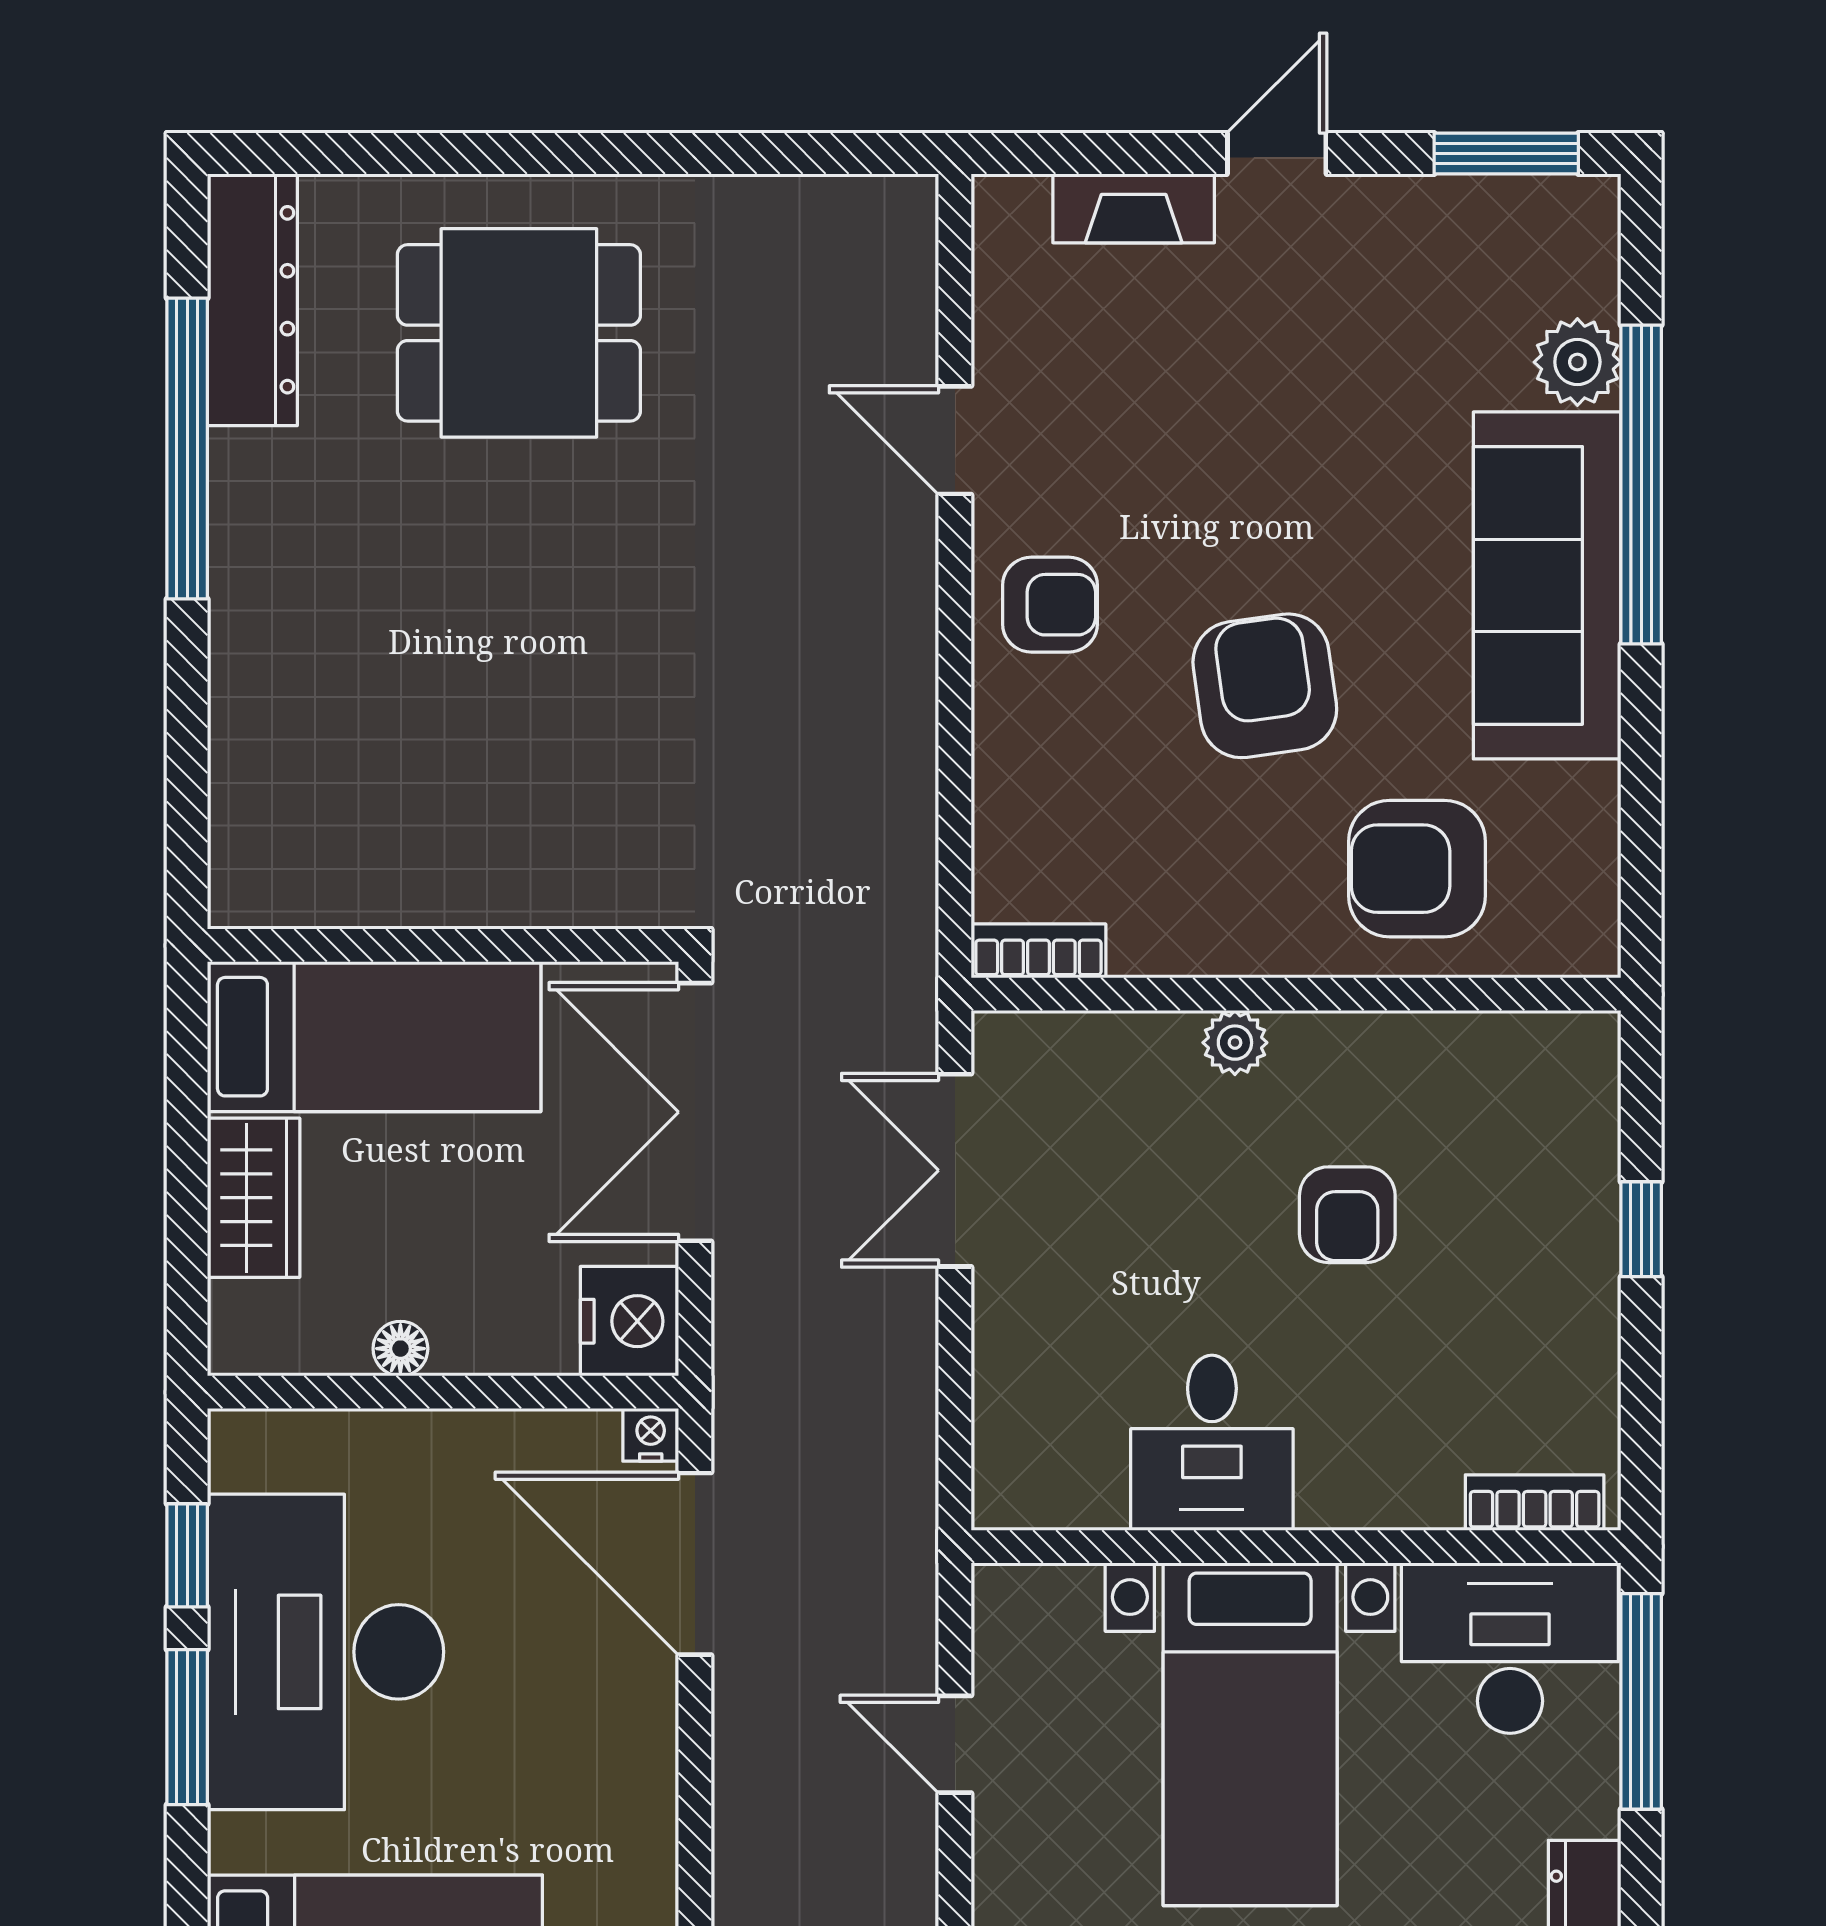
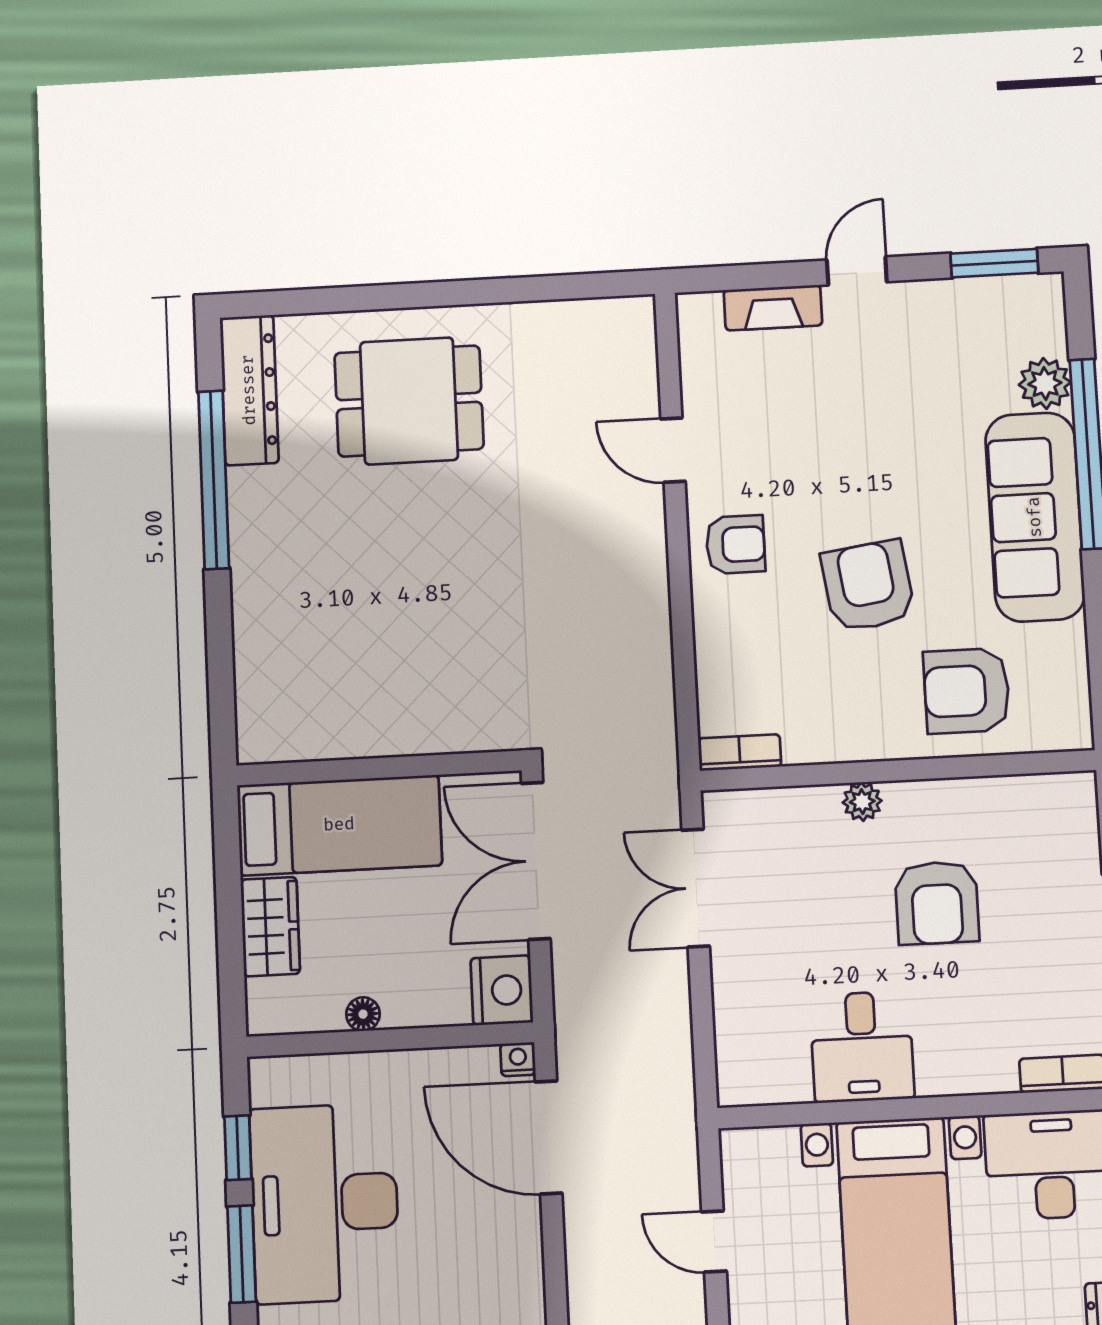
armchair: (1347, 1215) -> (937, 903), width x1.38, depth x1.38

